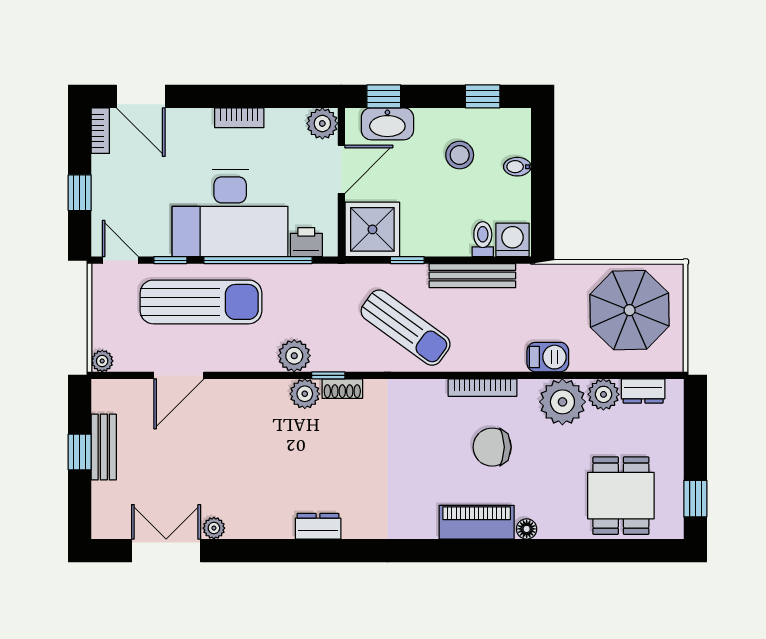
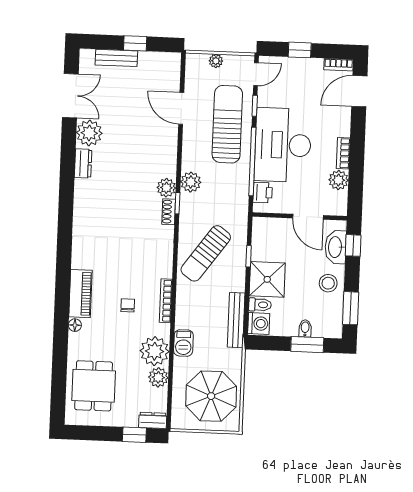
window: (483, 96) -> (351, 308), width x1.50
plant: (322, 123) -> (339, 180), moved
stool: (460, 155) -> (328, 283), moved
window: (543, 162) -> (307, 345), added
shower: (372, 229) -> (267, 279), moved
bench: (472, 276) -> (236, 320), moved
sun lounger: (201, 302) -> (227, 124), turned 180
plant: (102, 361) -> (216, 61), moved
dresser: (643, 391) -> (153, 420), moved, turned 90
bench: (104, 447) -> (116, 58), moved
chair: (492, 447) -> (128, 305), width x0.54, depth x0.54
dining table: (621, 496) -> (94, 386), turned 90
window: (695, 499) -> (134, 435), moved
dresser: (318, 526) -> (83, 163), moved
plant: (214, 528) -> (89, 133), width x1.88, depth x1.88

